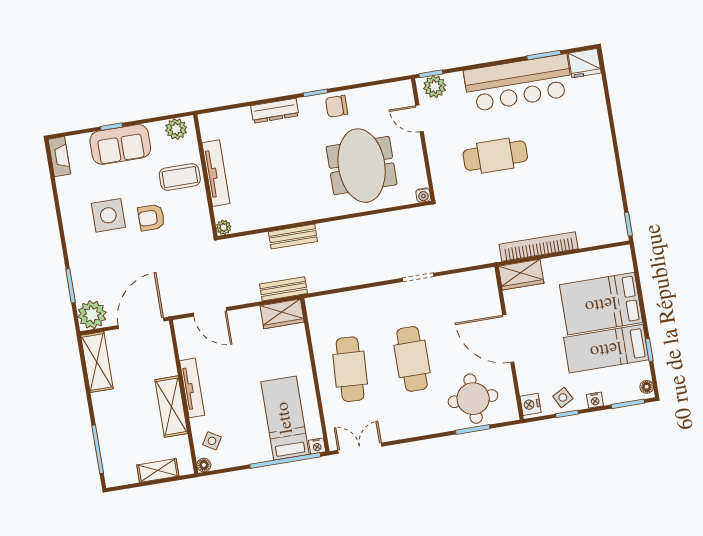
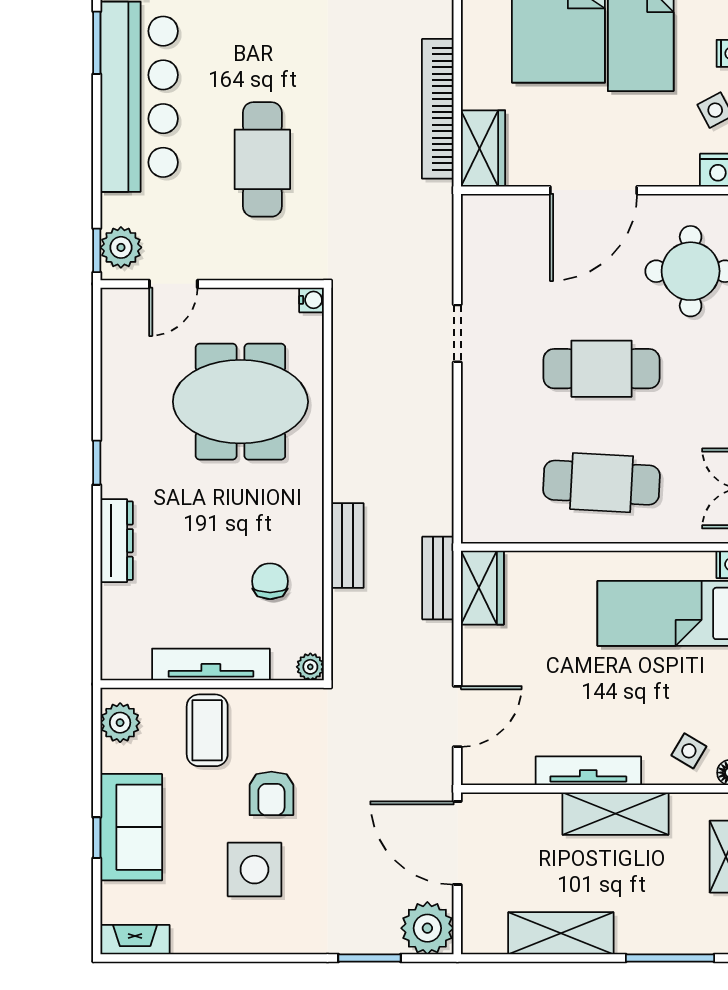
chair: (337, 106) -> (270, 581), moved, turned 180
shelving: (97, 362) -> (561, 933), moved

